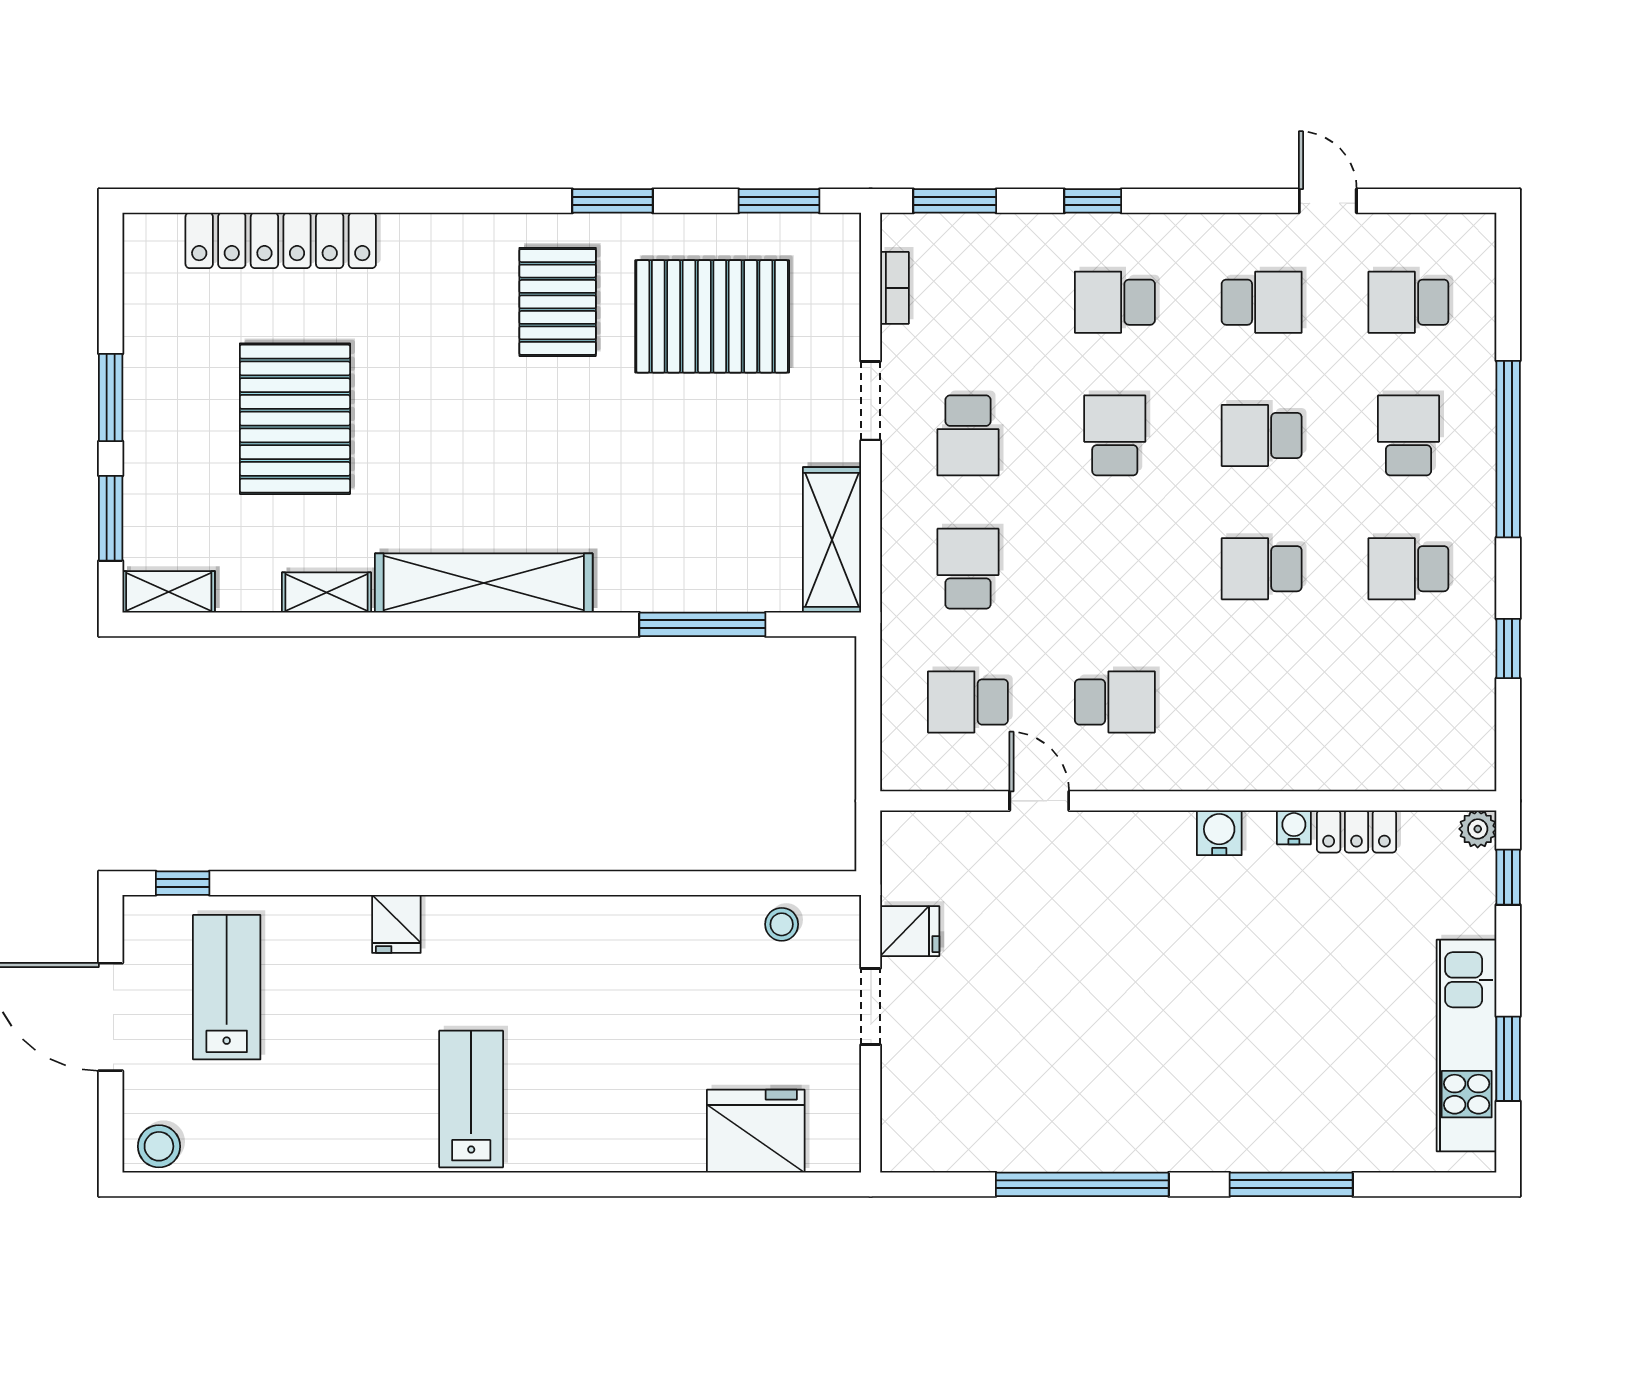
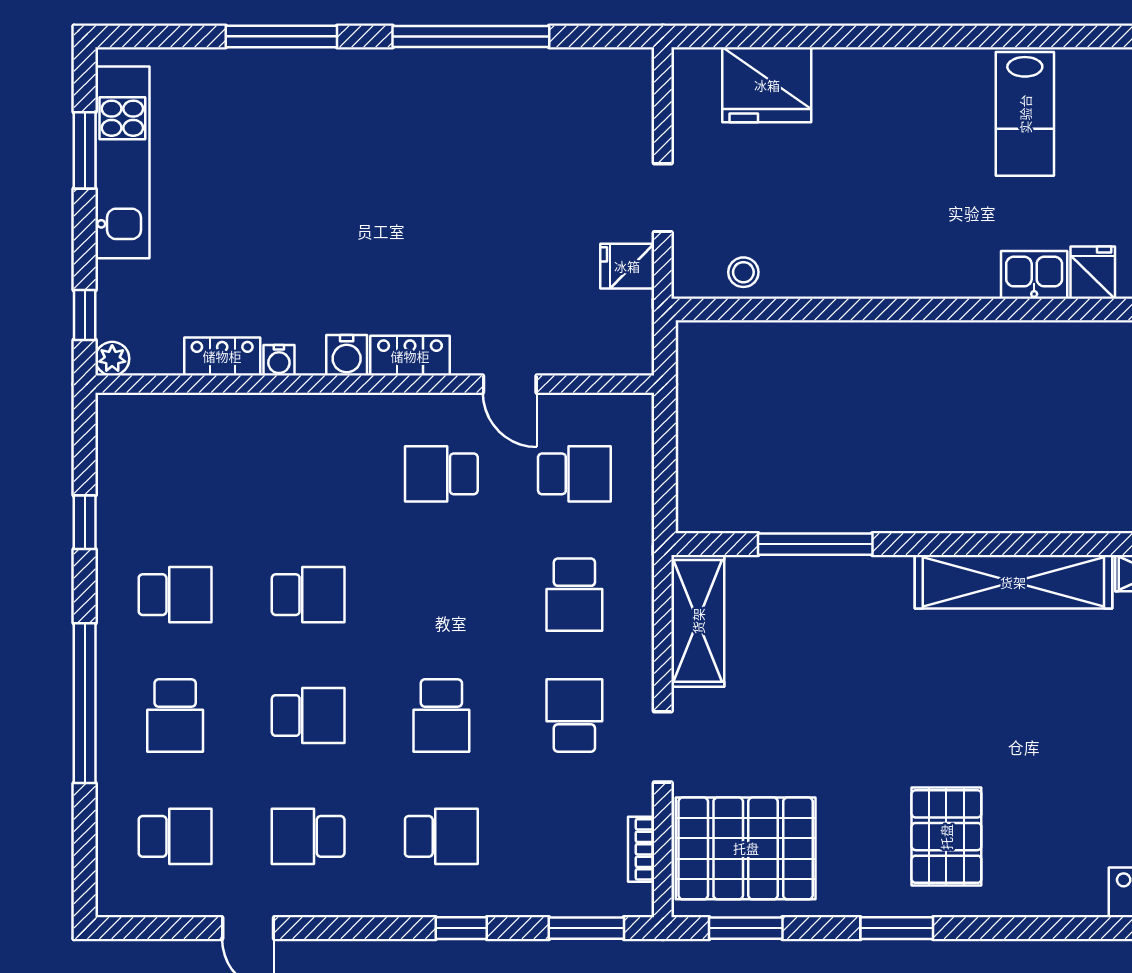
pallet: (712, 316) -> (746, 848), moved
locker: (1149, 832) -> (410, 356), added
kitchen sink: (461, 921) -> (1034, 275), added

